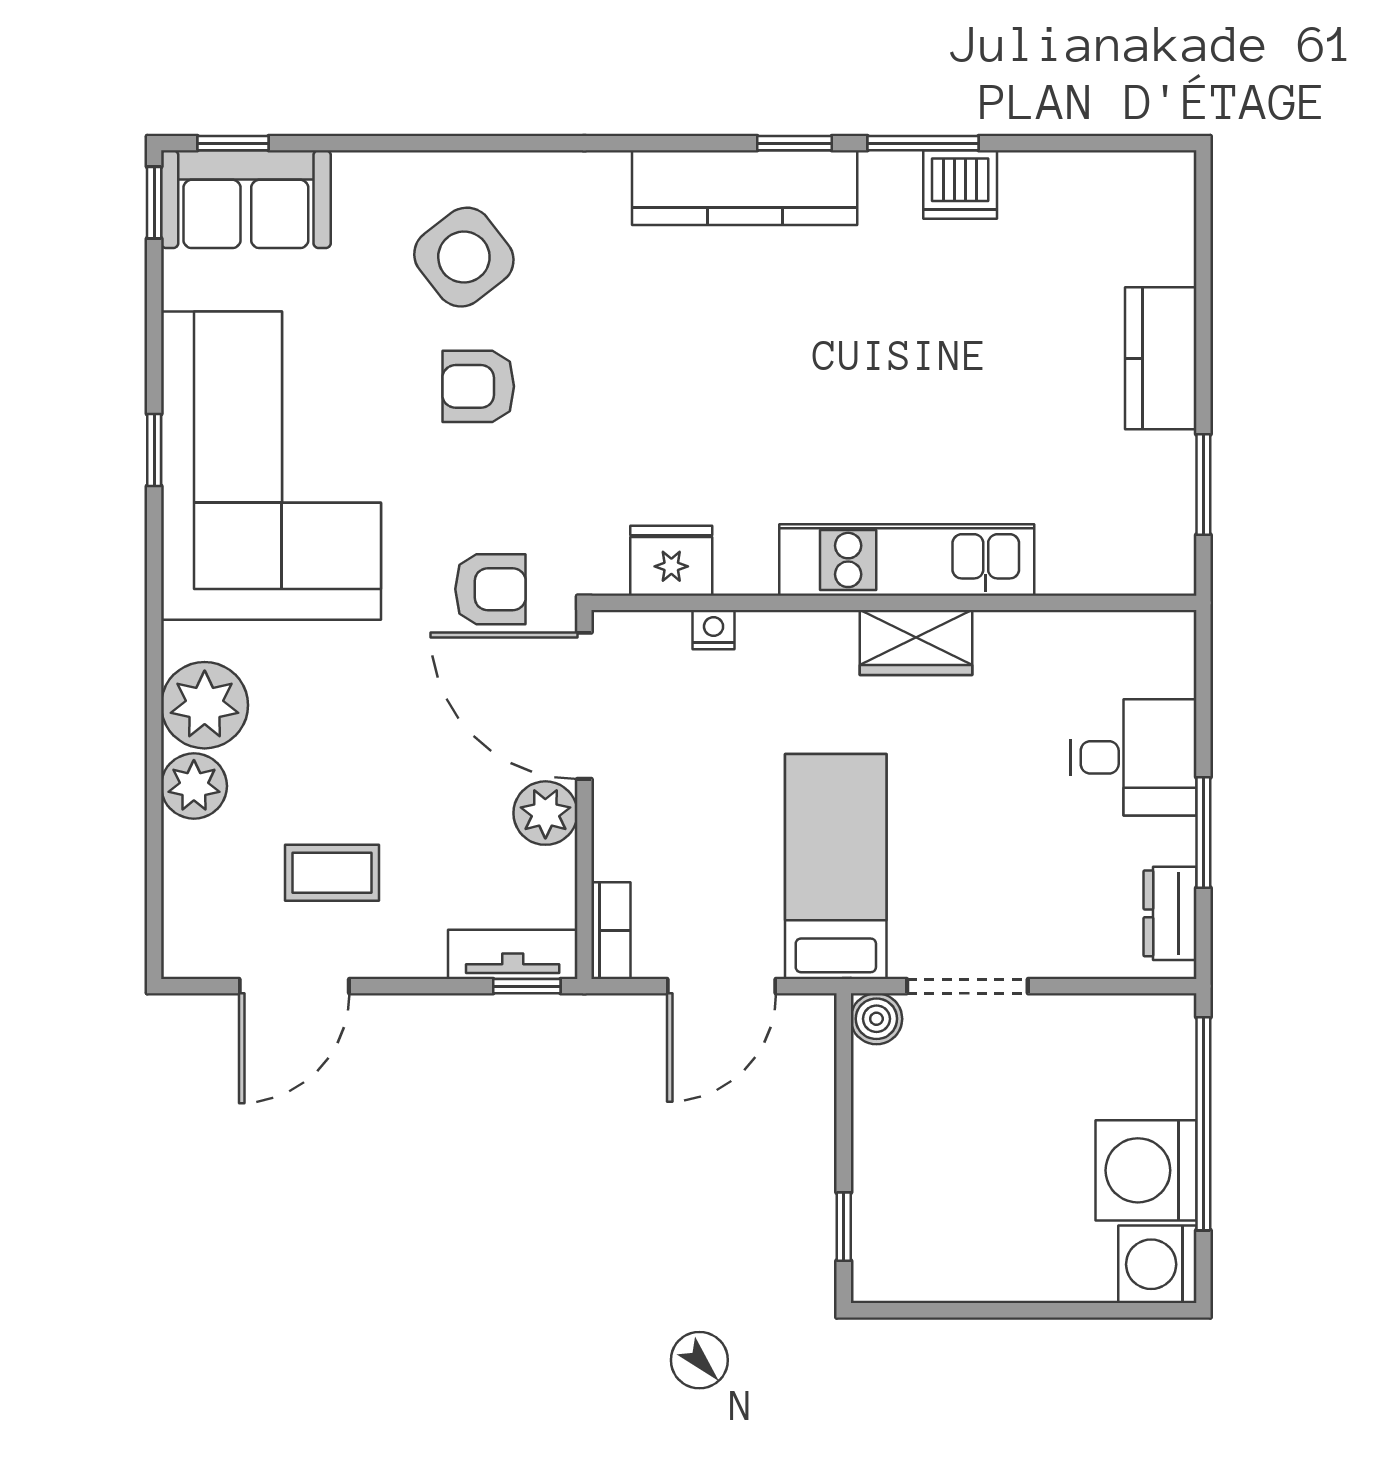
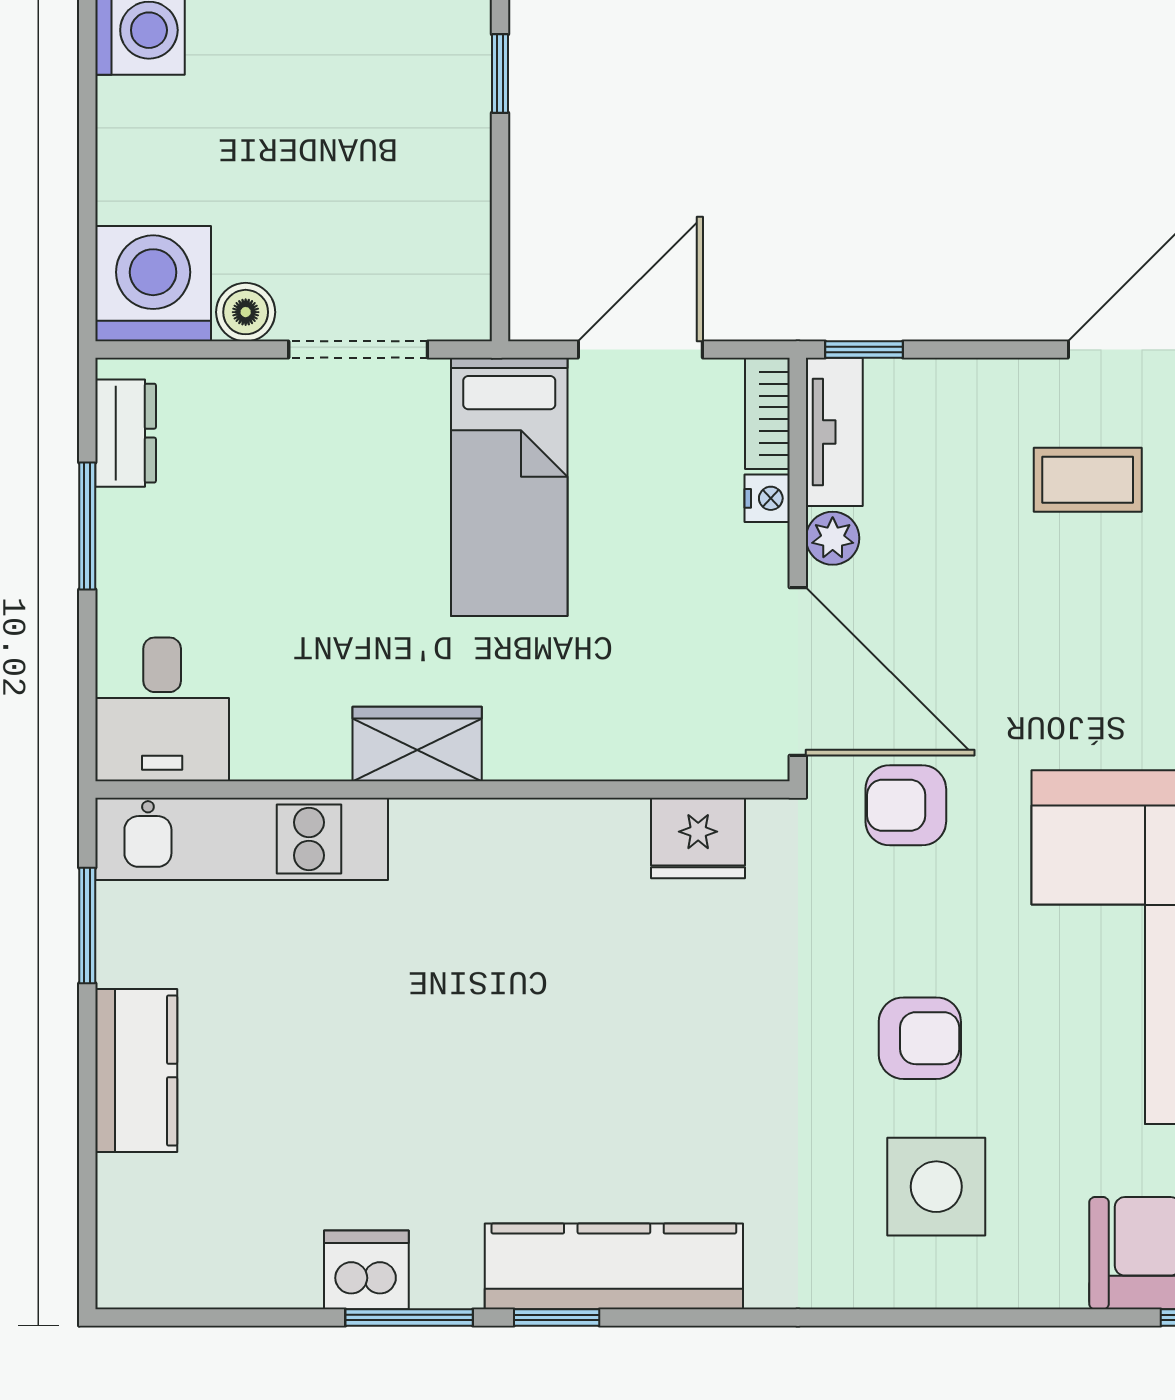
side table: (464, 257) -> (936, 1187), turned 38
kitchen unit: (907, 560) -> (242, 839), moved
nightstand: (714, 630) -> (767, 498), moved, turned -90
desk: (1134, 757) -> (162, 709), moved, turned -90
plant: (545, 813) -> (833, 538), width x0.73, depth x0.73
tv unit: (513, 954) -> (834, 432), moved, turned -90
boiler: (876, 1019) -> (246, 312), moved
window: (1203, 1124) -> (87, 192), removed
washing machine: (1146, 1170) -> (153, 284), moved, turned -90

